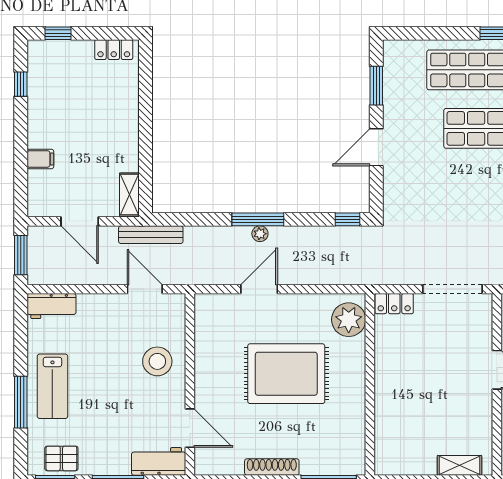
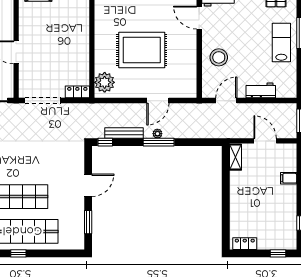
bench: (151, 235) -> (124, 133), moved
door: (145, 289) -> (226, 101), swing flipped
workbench: (51, 306) -> (261, 90), moved

